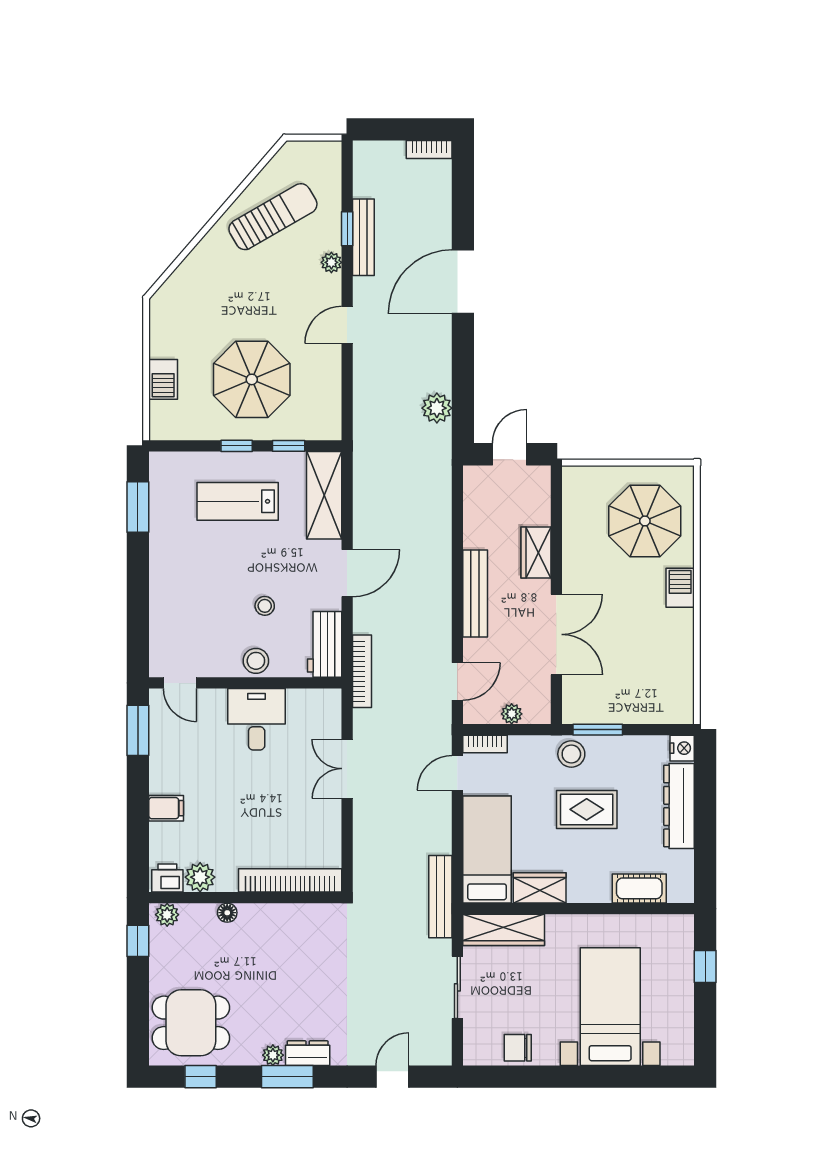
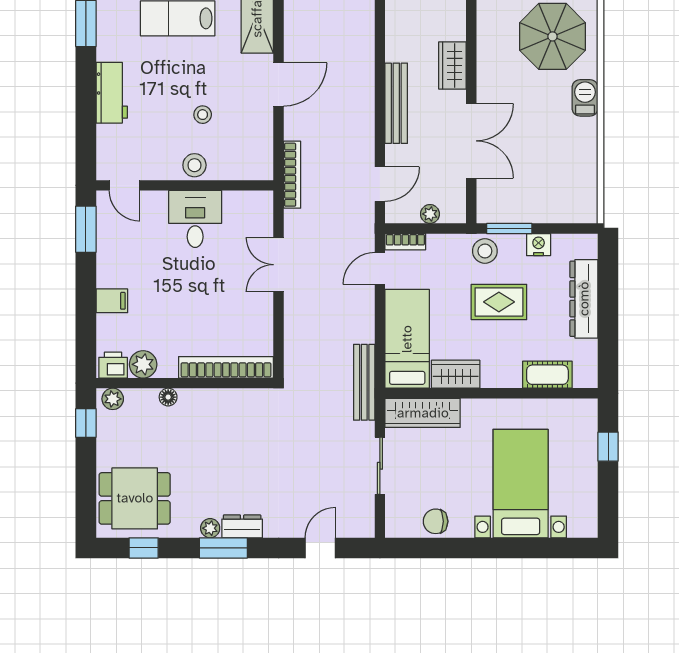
workbench: (325, 644) -> (112, 93), moved, turned 180
nightstand: (682, 748) -> (539, 245), moved, turned -90

